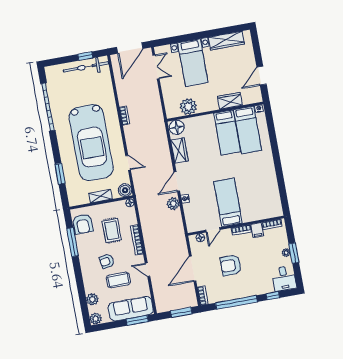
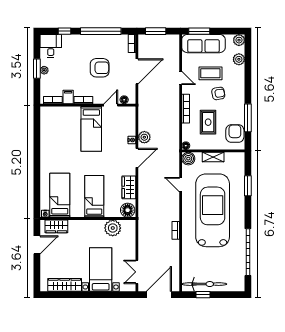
wardrobe: (230, 101) -> (56, 226), moved
bed: (227, 132) -> (94, 196), moved

